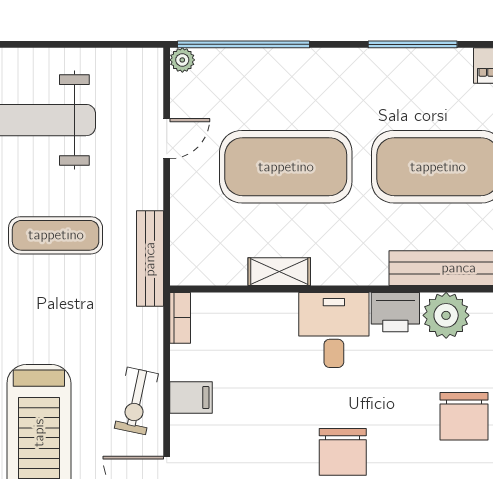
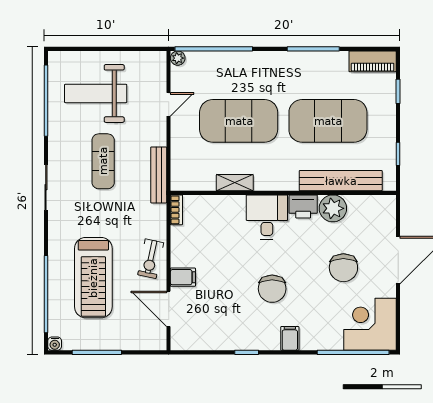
exercise mat: (56, 235) -> (103, 161), turned 90
filing cabinet: (191, 398) -> (183, 277), moved

